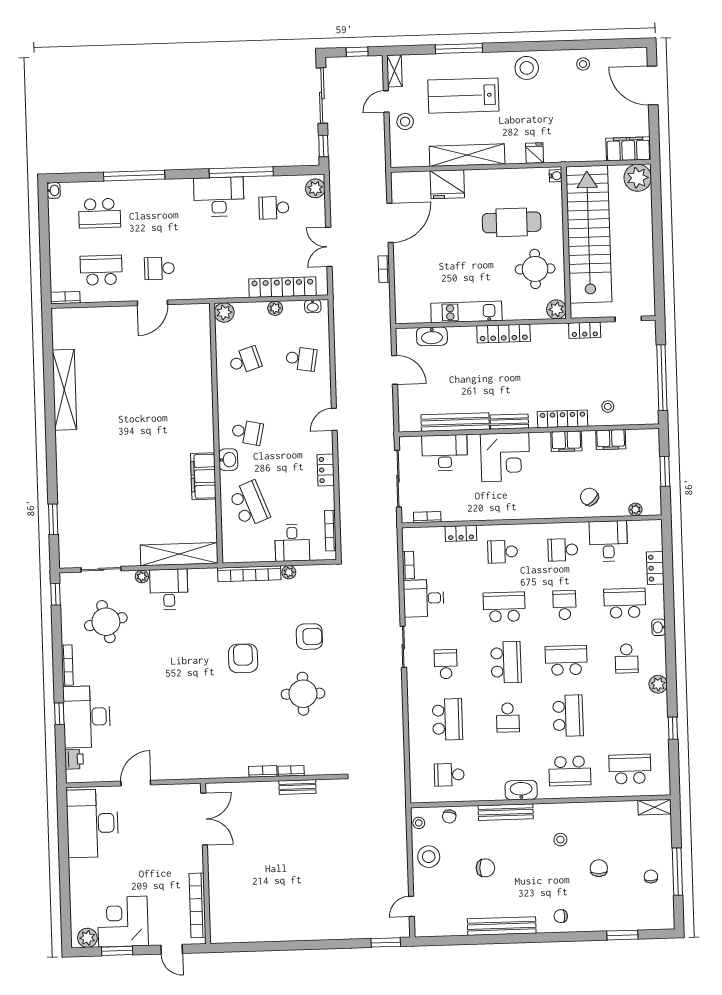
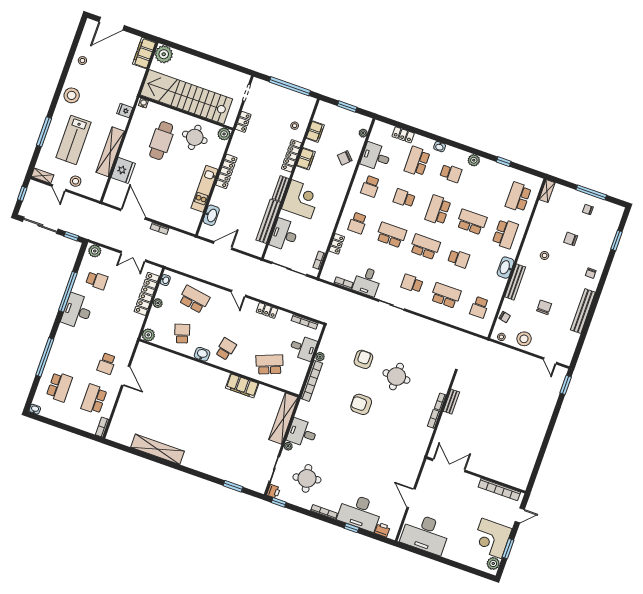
school desk: (274, 208) -> (97, 280), turned -90
school desk: (301, 359) -> (194, 299), width x1.85
washbasin: (228, 460) -> (202, 354), moved
printer: (69, 581) -> (273, 491), added
school desk: (504, 607) -> (391, 235), turned 90

